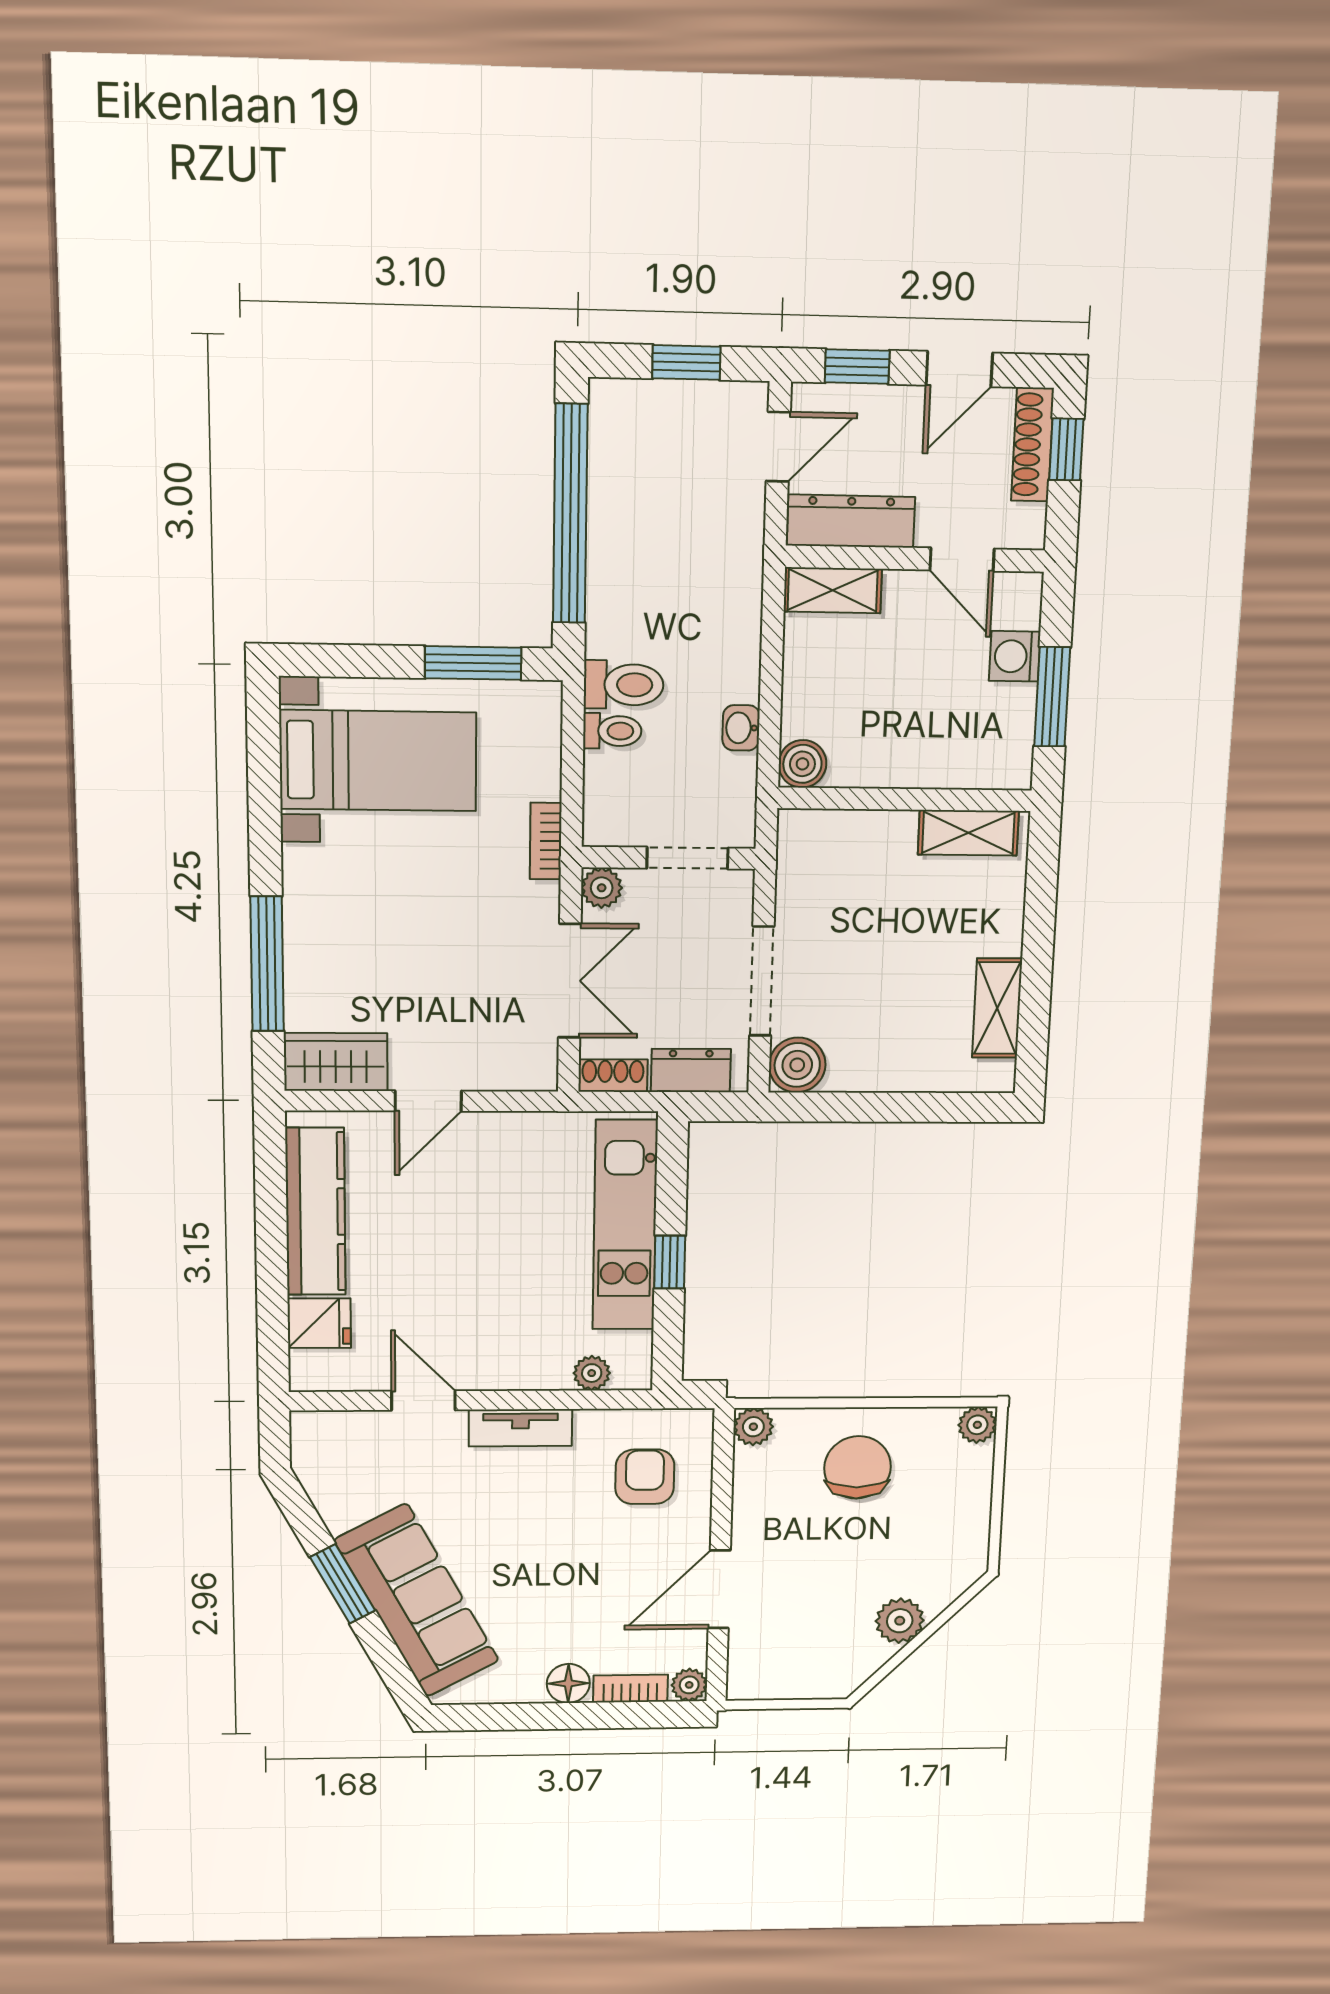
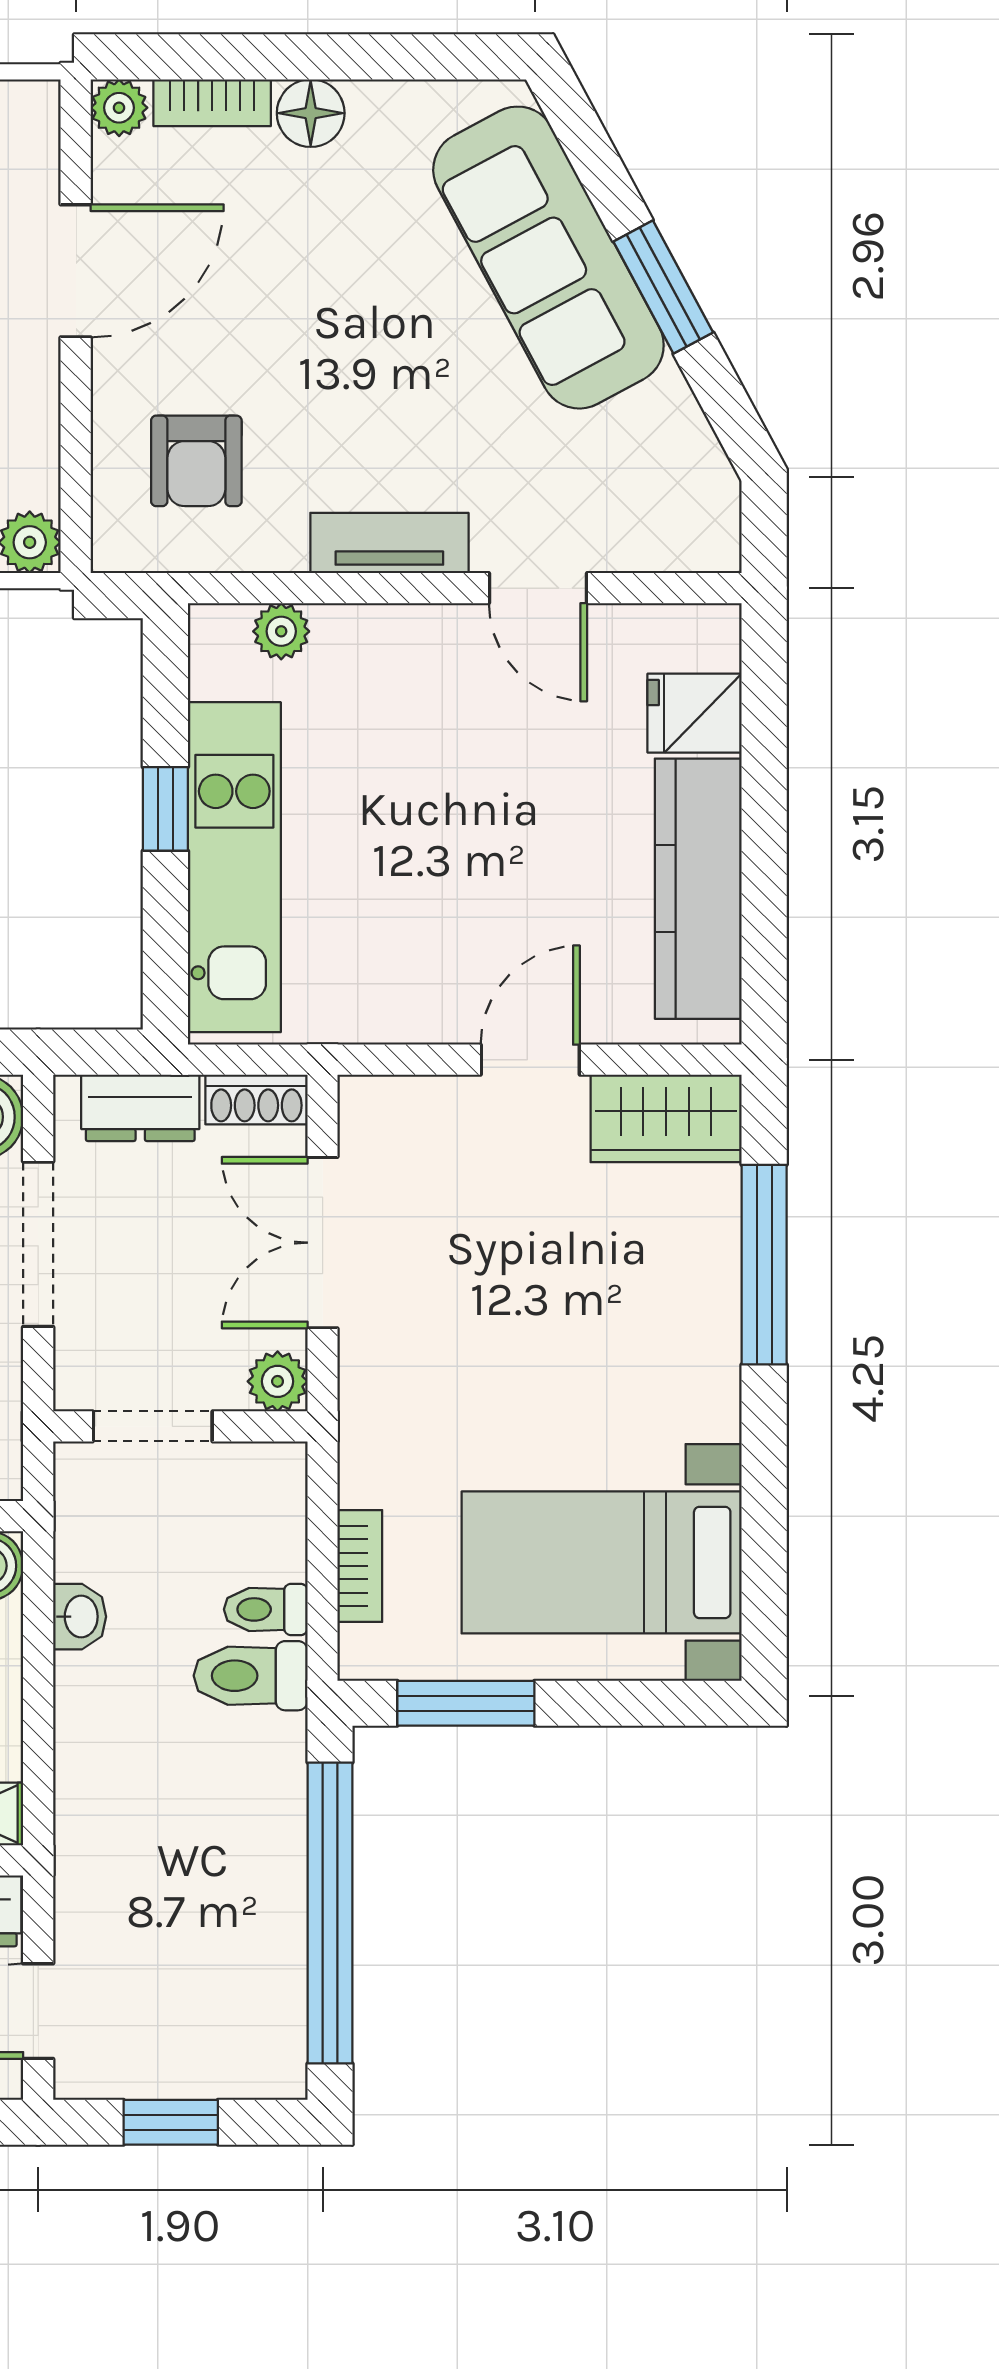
bookcase: (546, 841) -> (360, 1566), moved

